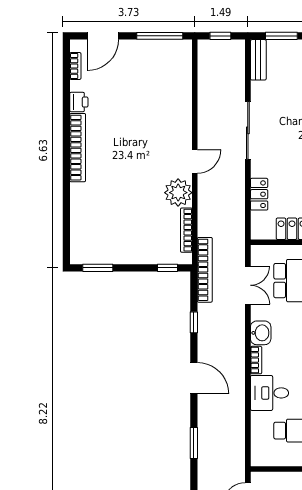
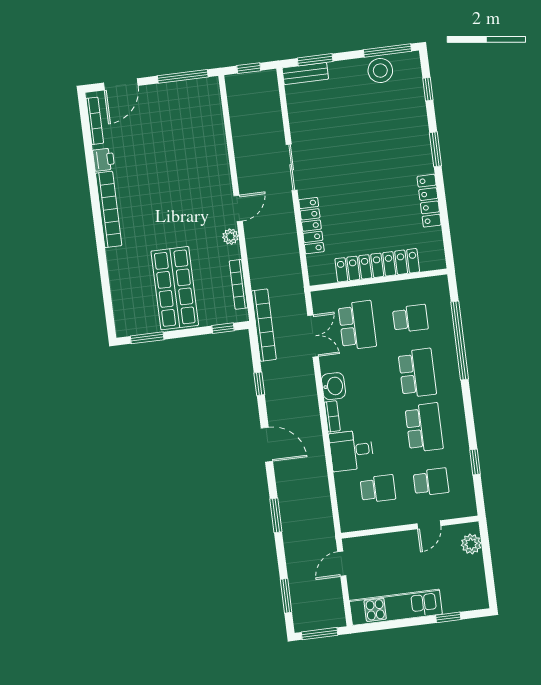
bench: (258, 60) -> (305, 73), moved, turned 90
bookcase: (75, 66) -> (95, 121), width x1.56
sliding door: (248, 130) -> (292, 167), width x0.73
plant: (178, 193) -> (230, 237), width x0.53, depth x0.53
locker: (259, 194) -> (311, 226), width x1.53
shop shelf: (128, 226) -> (175, 288), added

